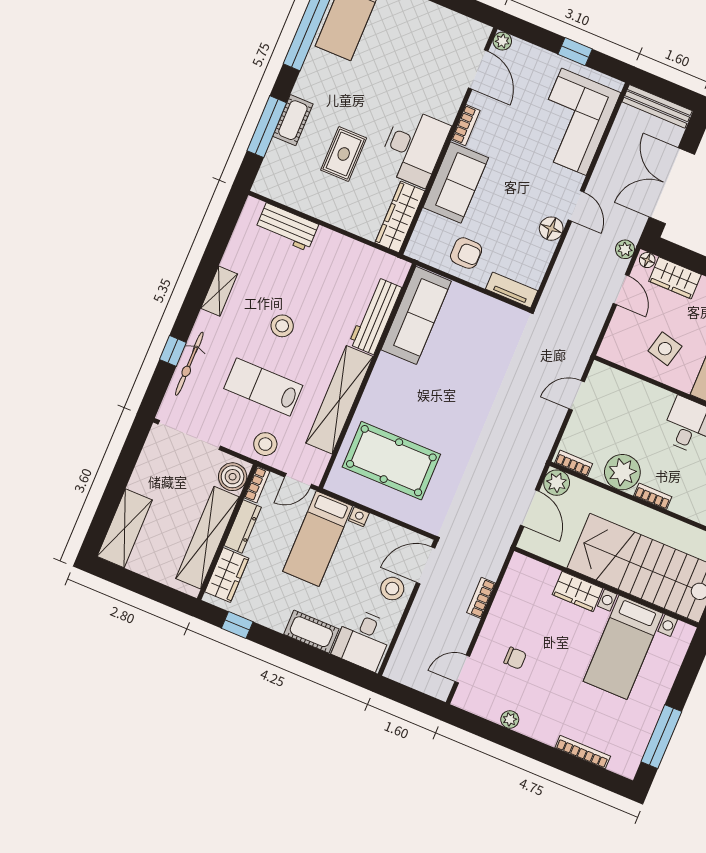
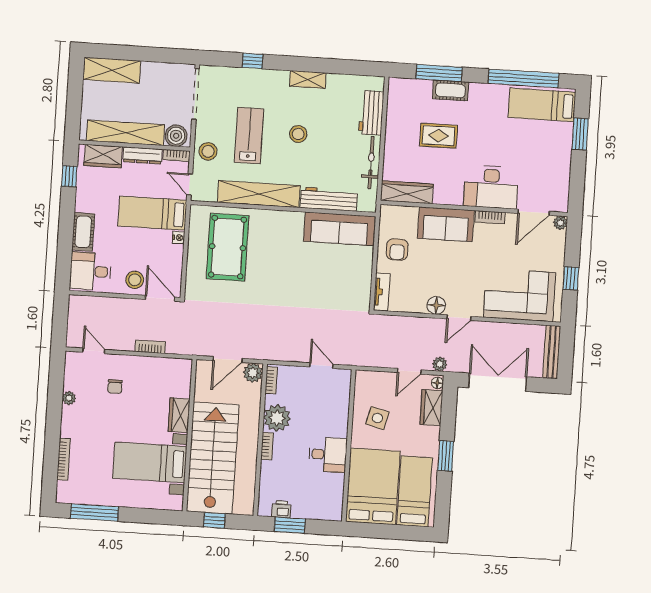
desk: (414, 147) -> (491, 187), moved
bicycle: (189, 364) -> (371, 163), moved, turned 90

